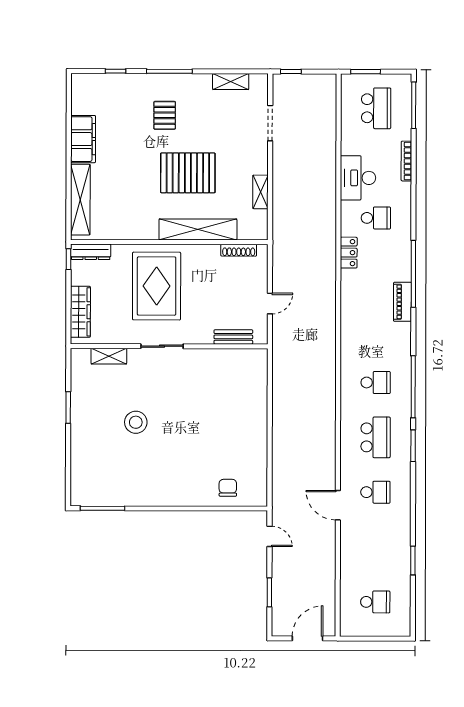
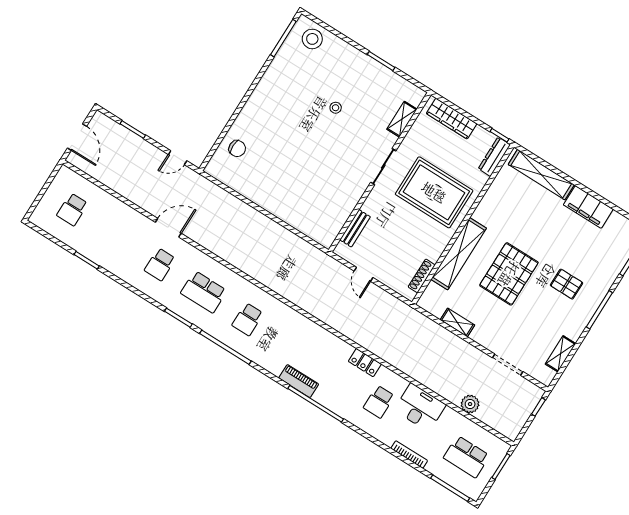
plant: (327, 135) -> (470, 404), added
stool: (136, 422) -> (336, 108), width x0.53, depth x0.53
stool: (87, 482) -> (312, 39), added

